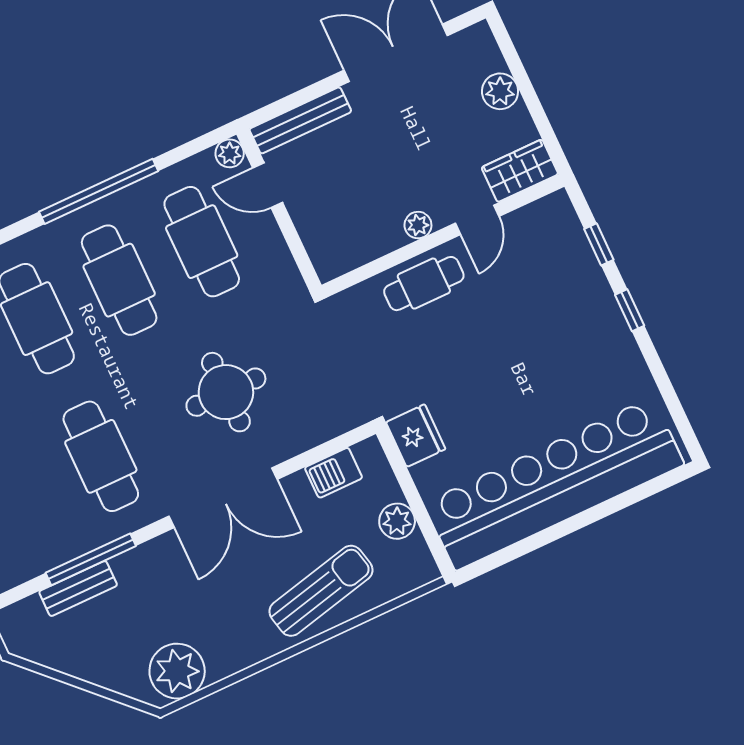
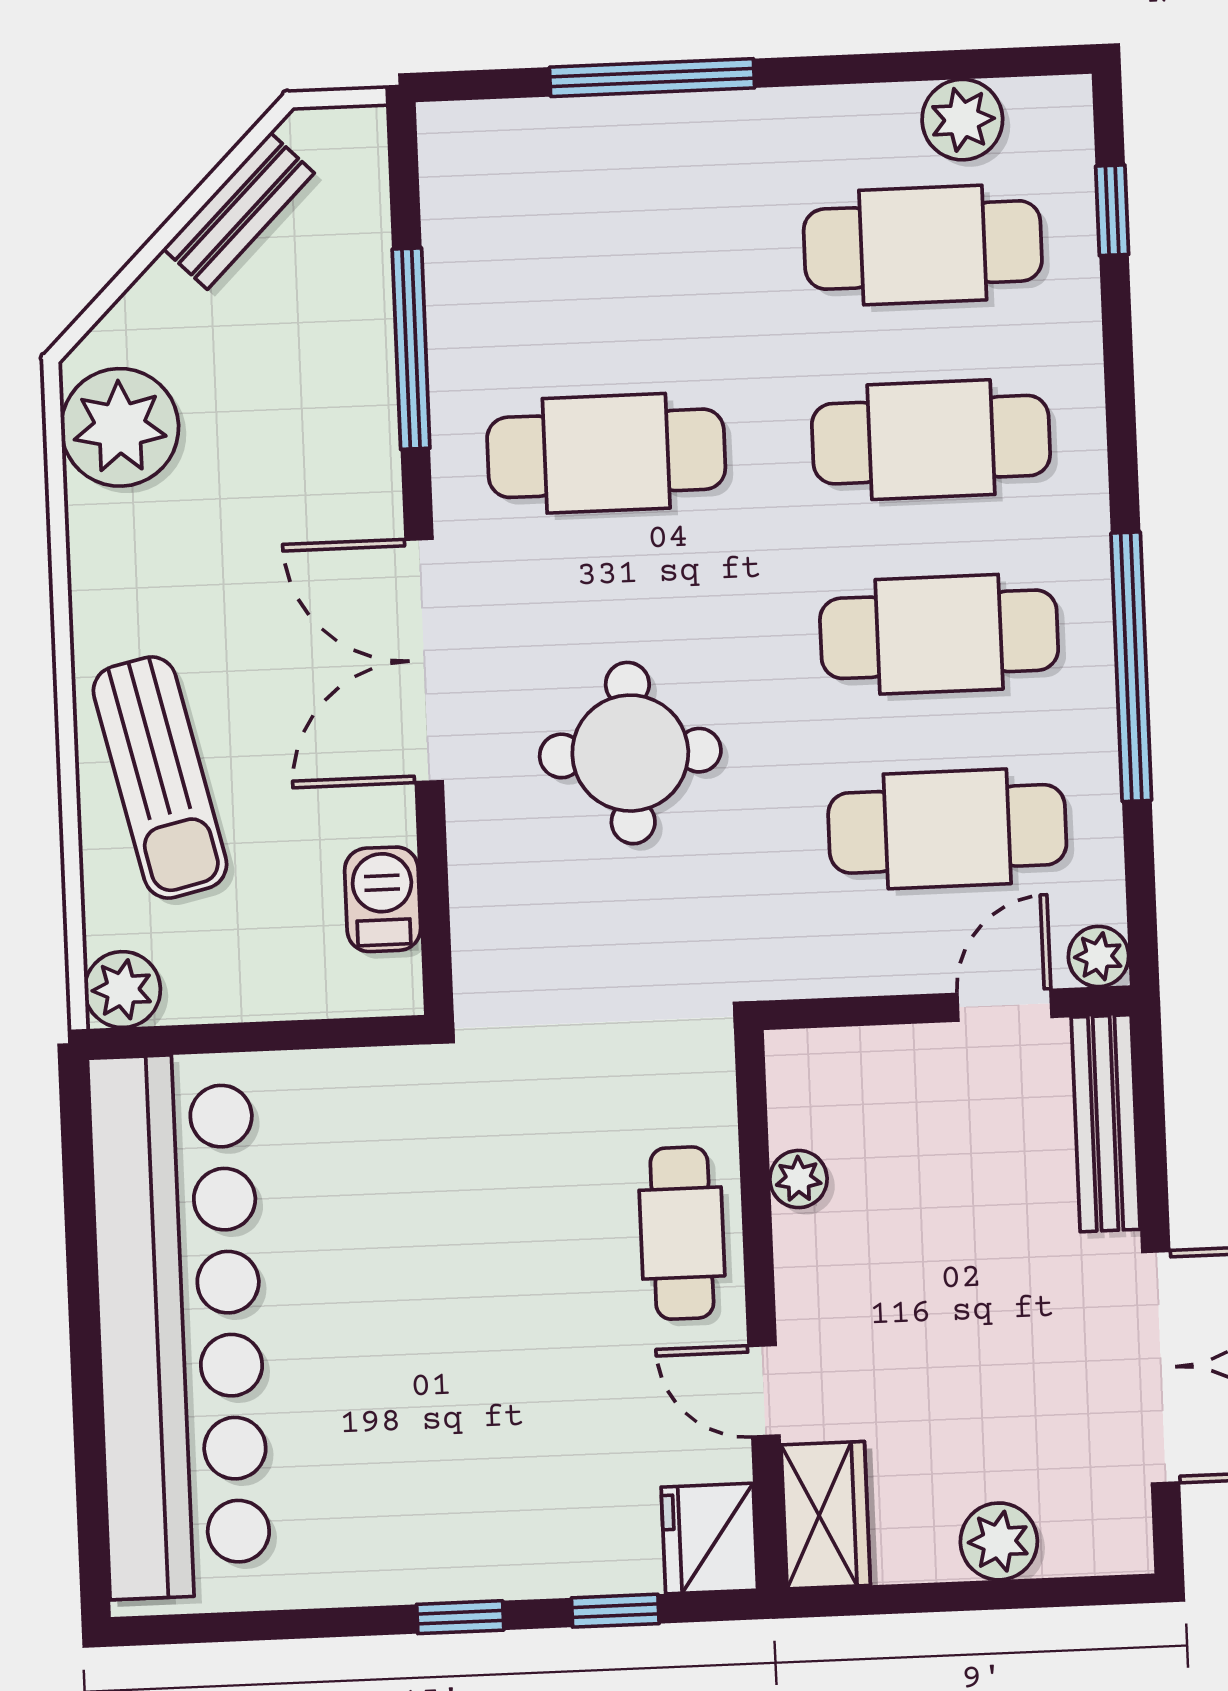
plant: (418, 225) -> (798, 1179), moved
fridge: (416, 436) -> (709, 1539), moved, turned 90
plant: (397, 521) -> (122, 990), moved
bench: (78, 589) -> (239, 211), moved, turned 45

